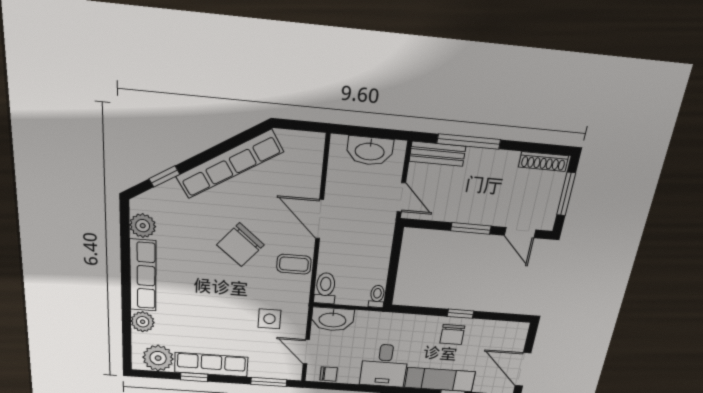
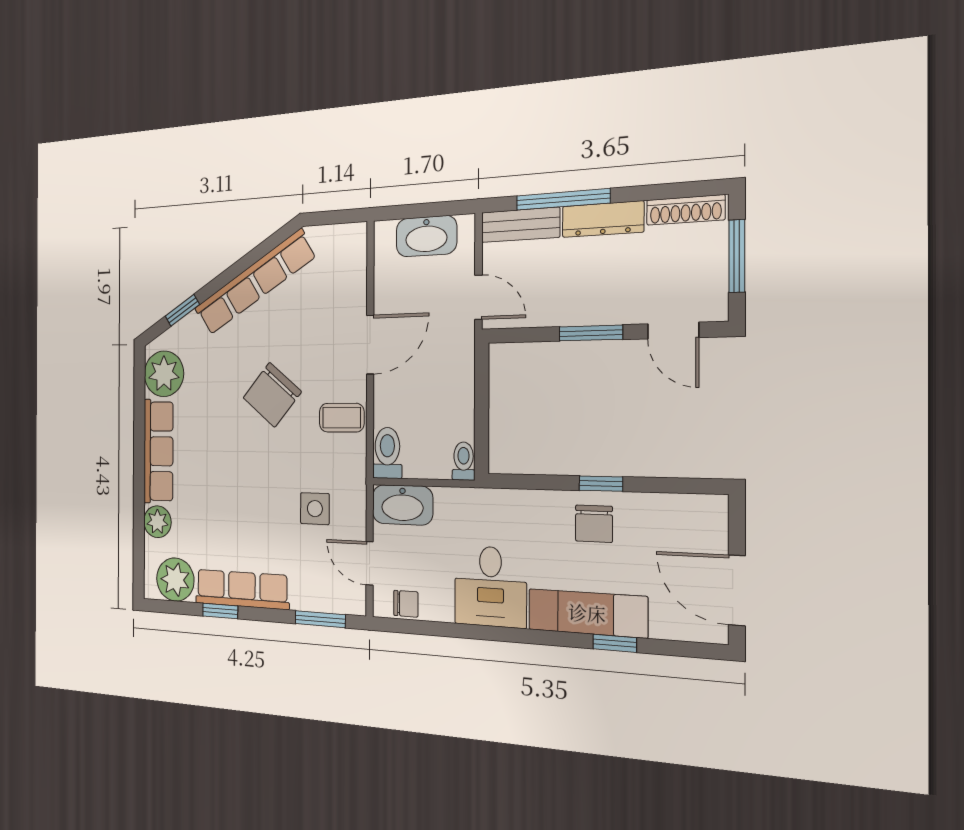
dresser: (492, 159) -> (603, 219), added
door: (320, 219) -> (370, 345), swing flipped
plant: (143, 226) -> (164, 374), width x1.36, depth x1.36

